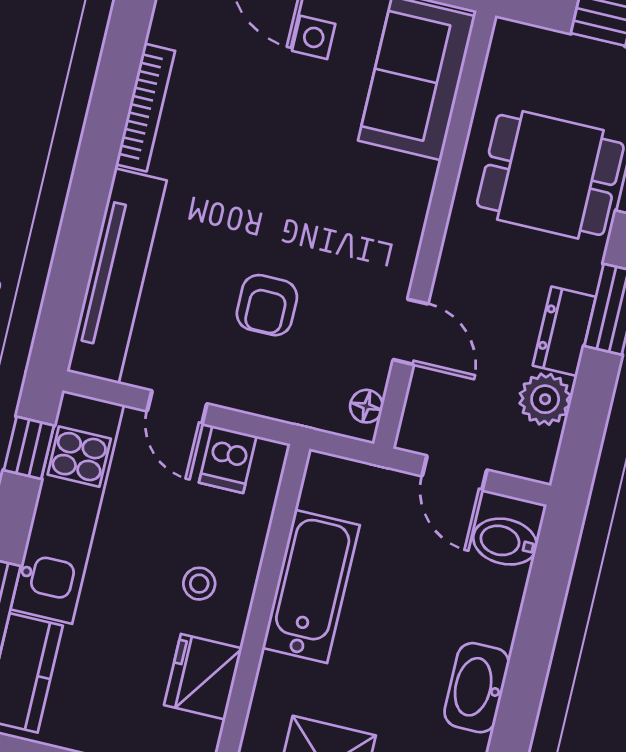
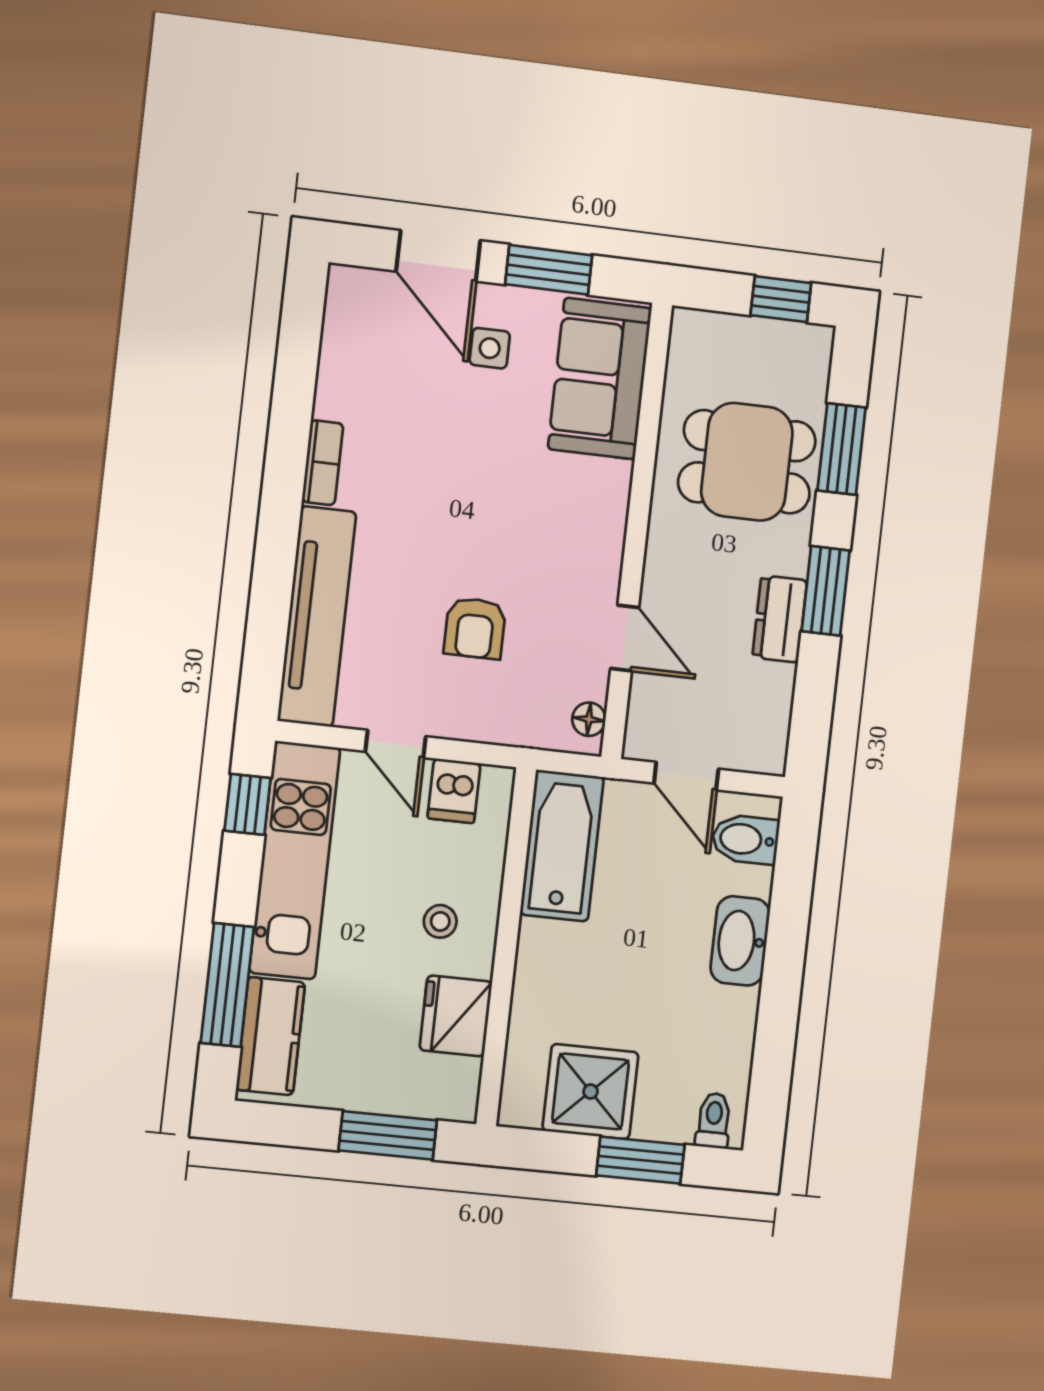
bookcase: (145, 108) -> (323, 463), width x0.64
plant: (545, 399) -> (769, 690), removed
bathtub: (311, 586) -> (562, 846), moved
washbasin: (477, 688) -> (740, 941), moved

